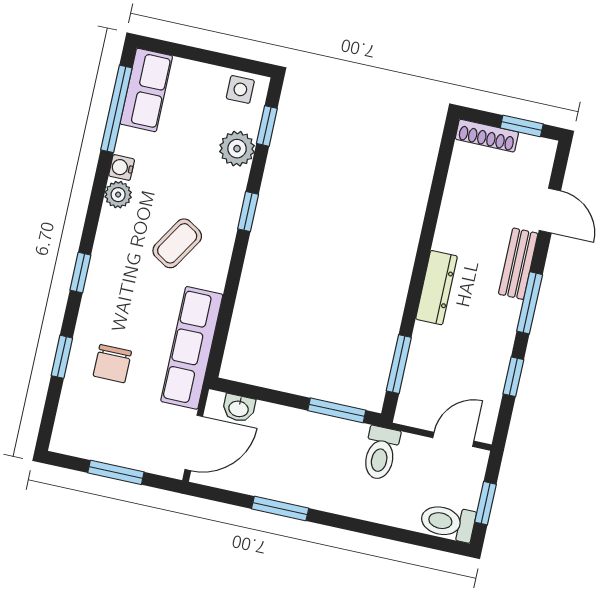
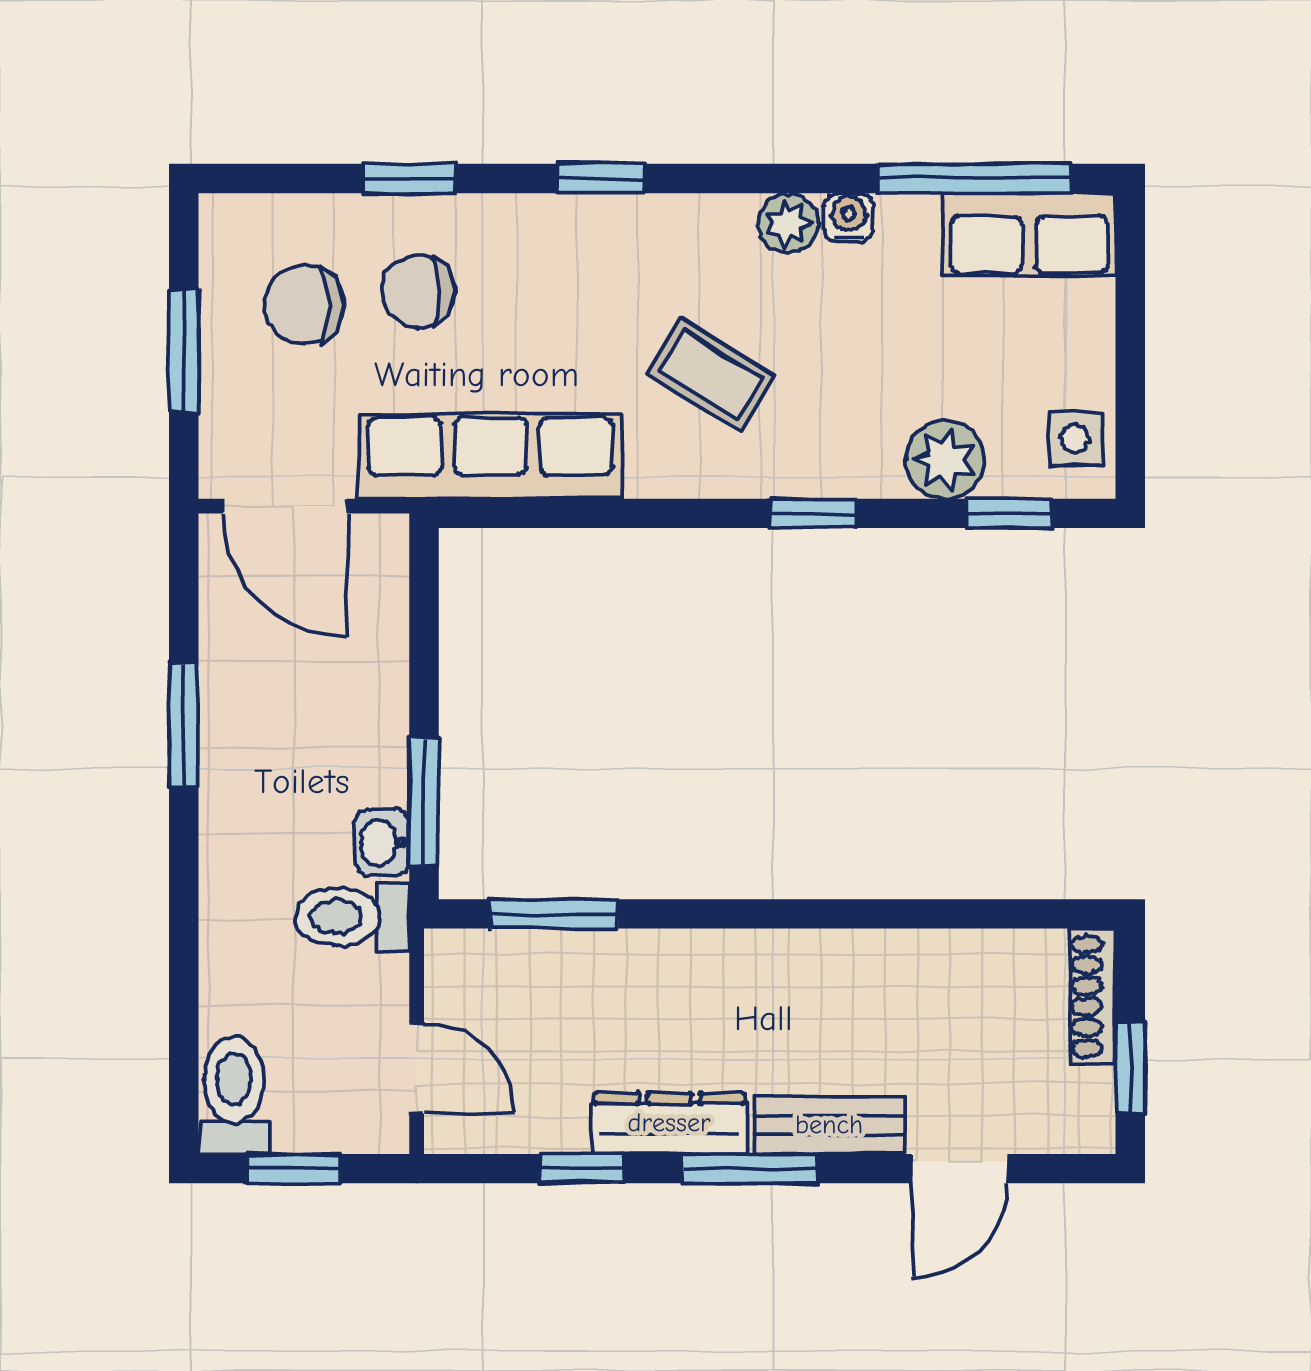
dresser: (436, 288) -> (669, 1123), moved, turned 180
washbasin: (239, 408) -> (382, 842), moved
chair: (107, 415) -> (304, 305), added

